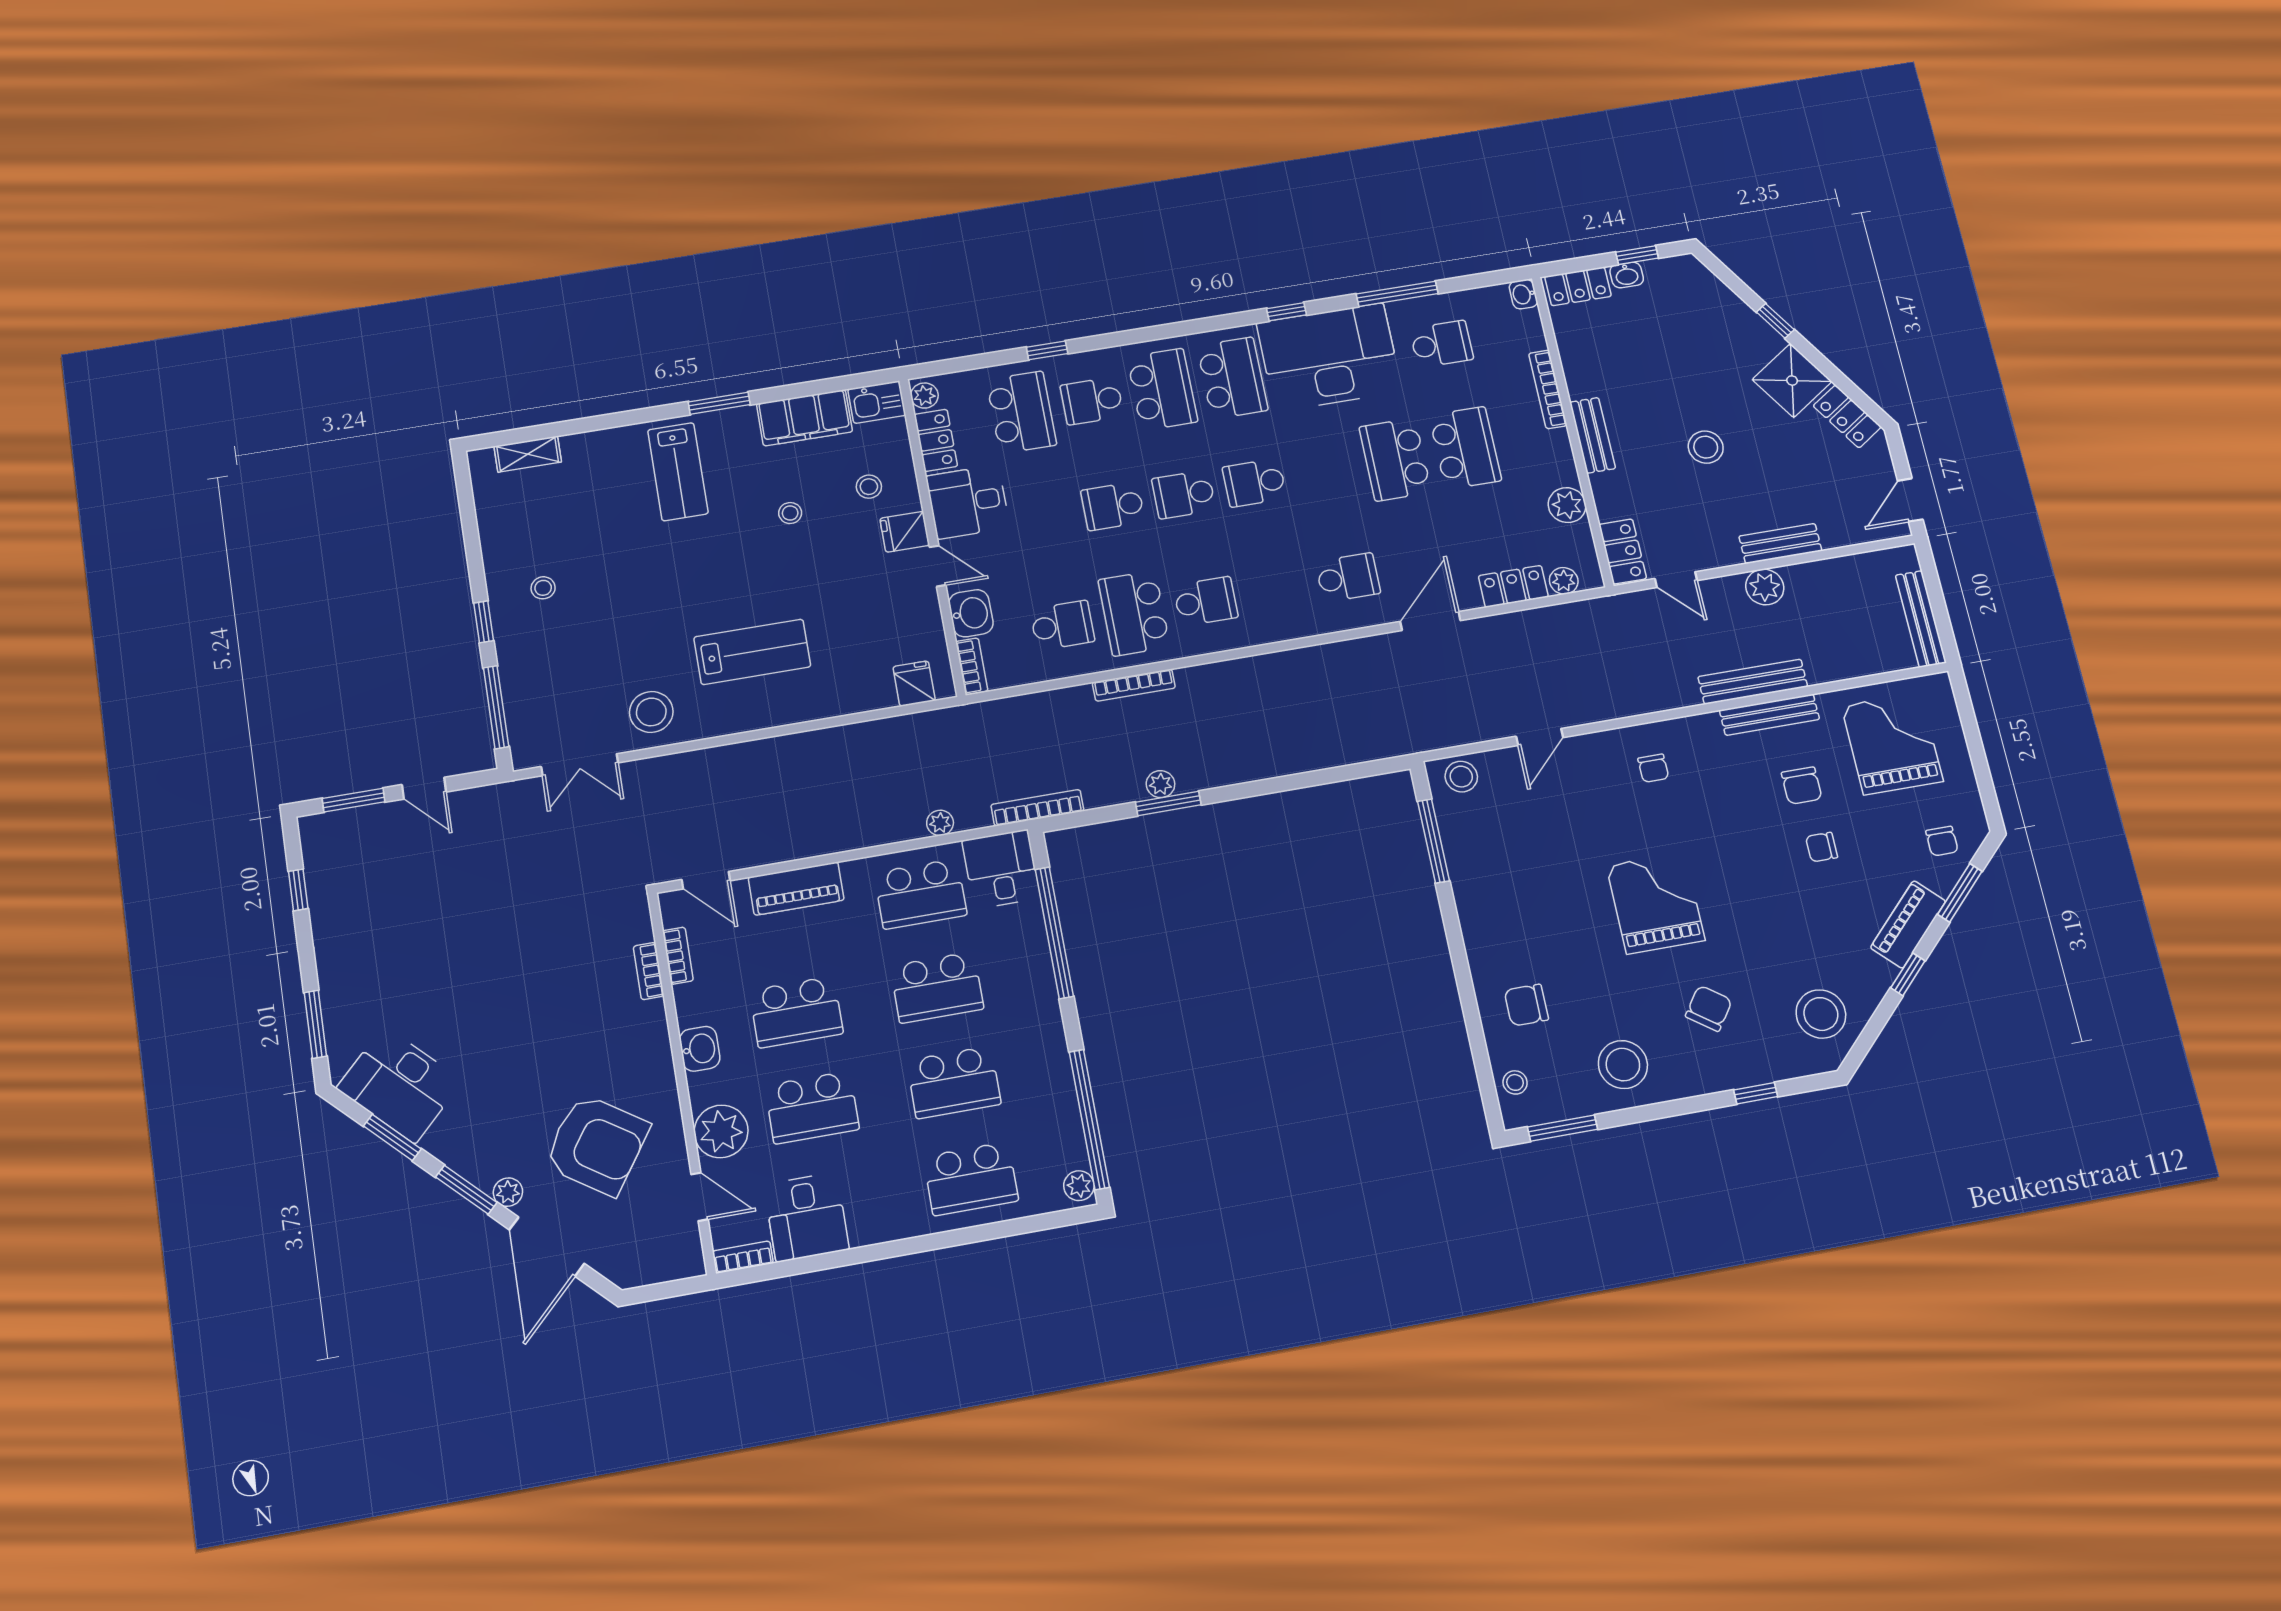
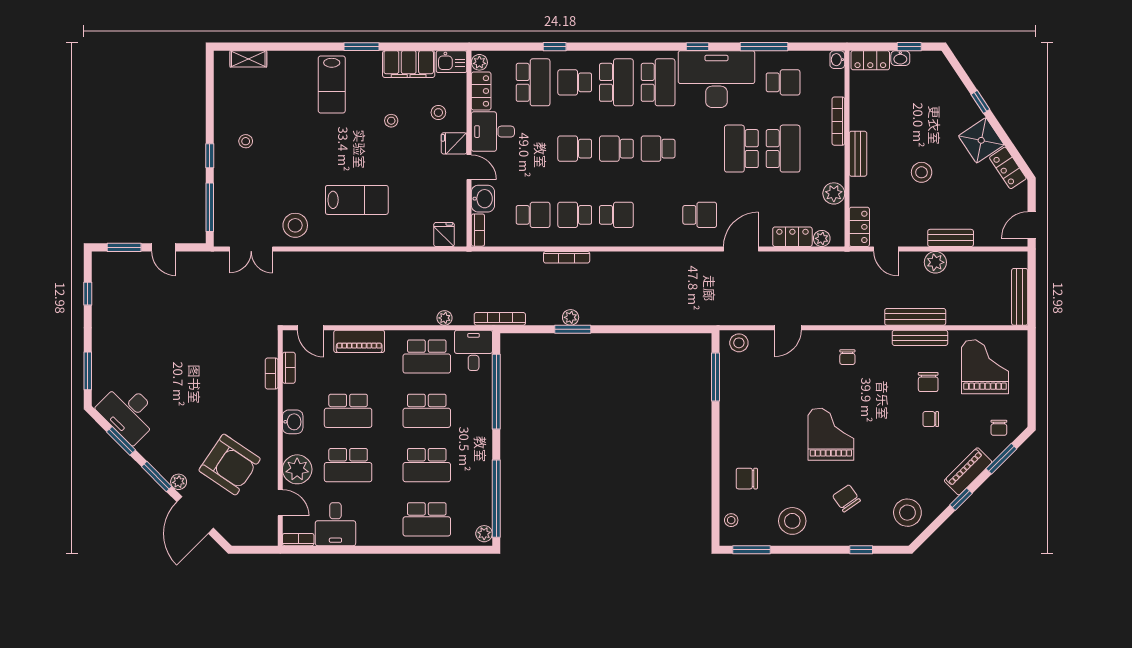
school desk: (1134, 613) -> (575, 215), width x0.54
chair: (1709, 1008) -> (847, 498), turned -71

